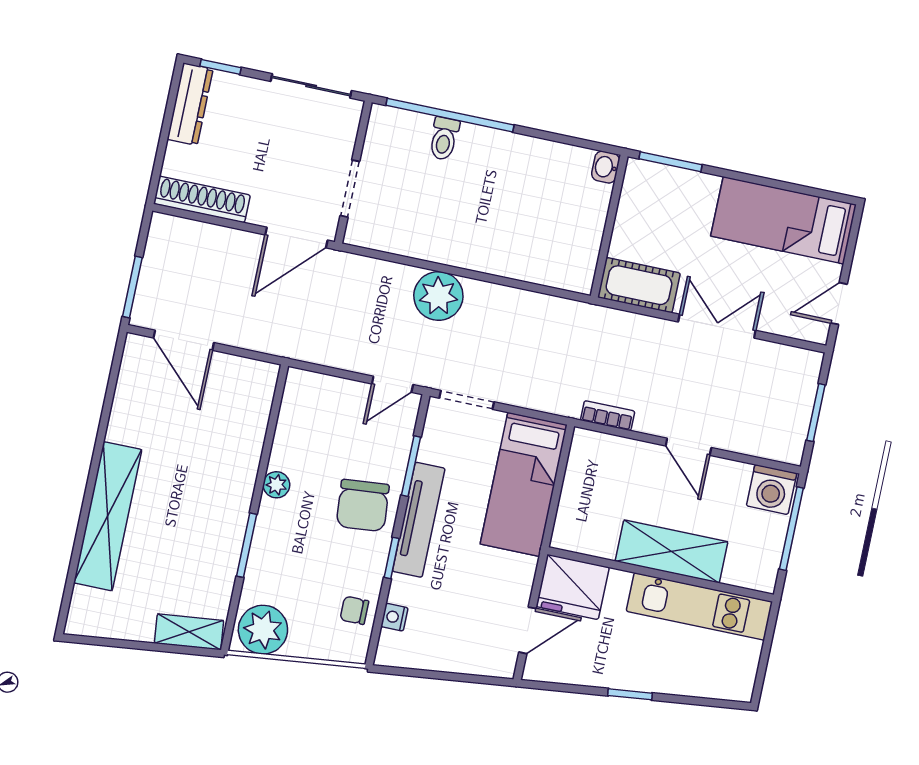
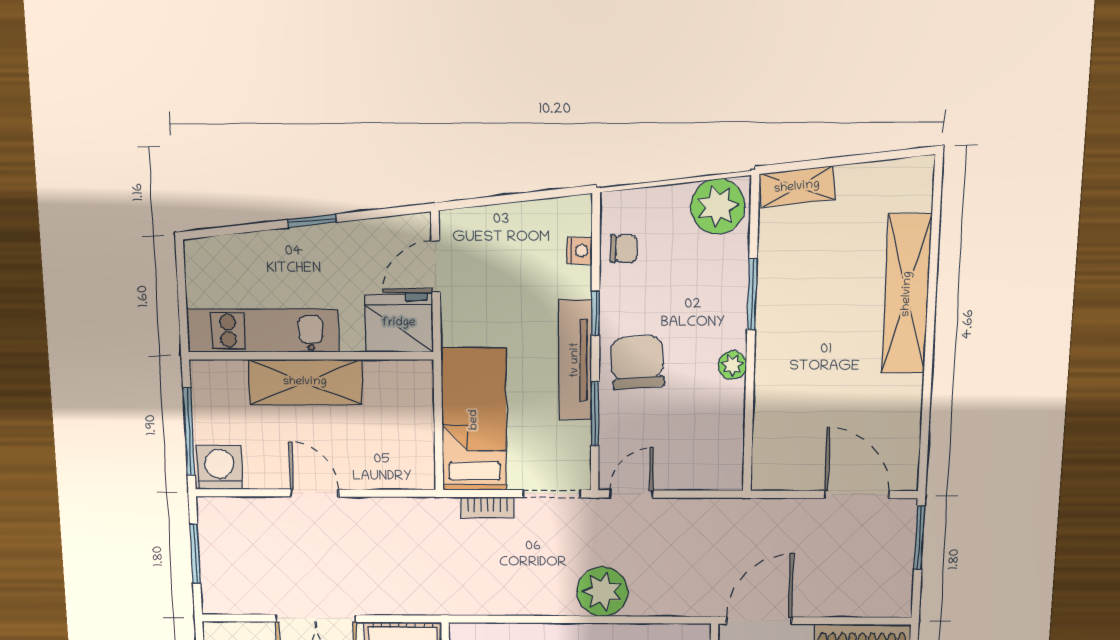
bookcase: (608, 416) -> (487, 508), moved

